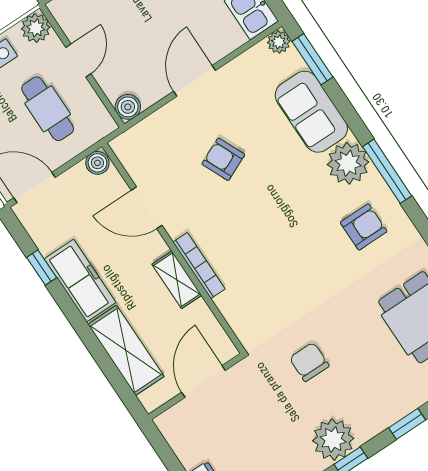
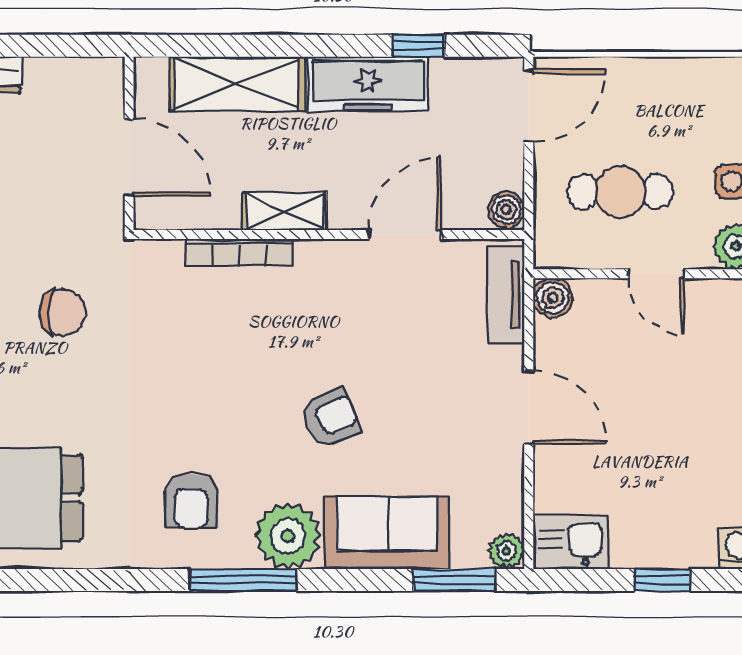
tv unit: (143, 133) -> (506, 295), added
armchair: (223, 159) -> (330, 418), moved
bookcase: (199, 266) -> (240, 253), moved

